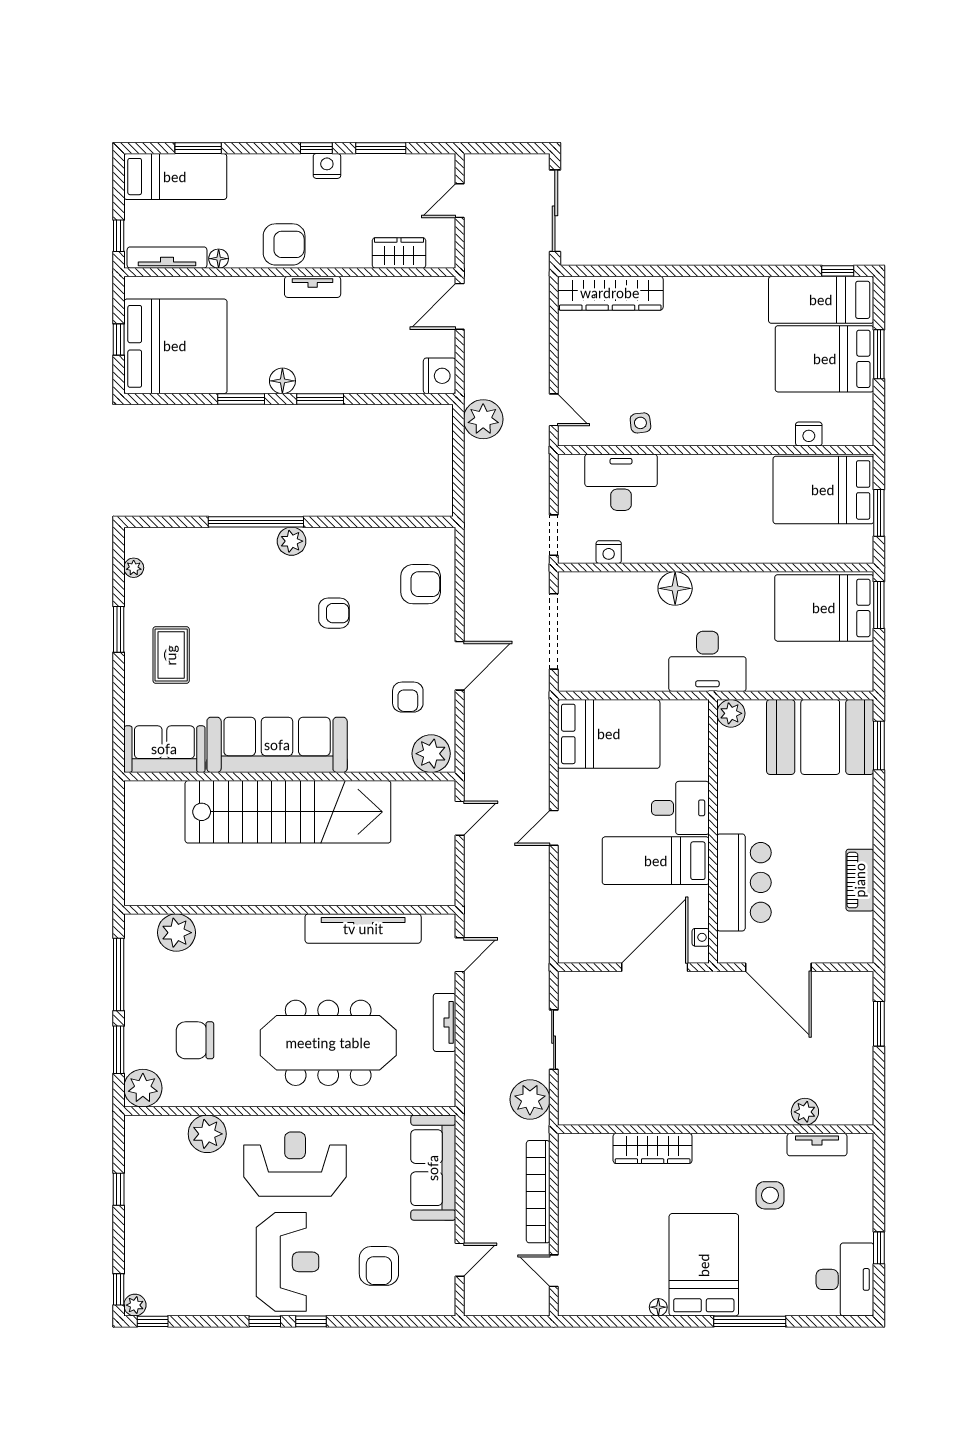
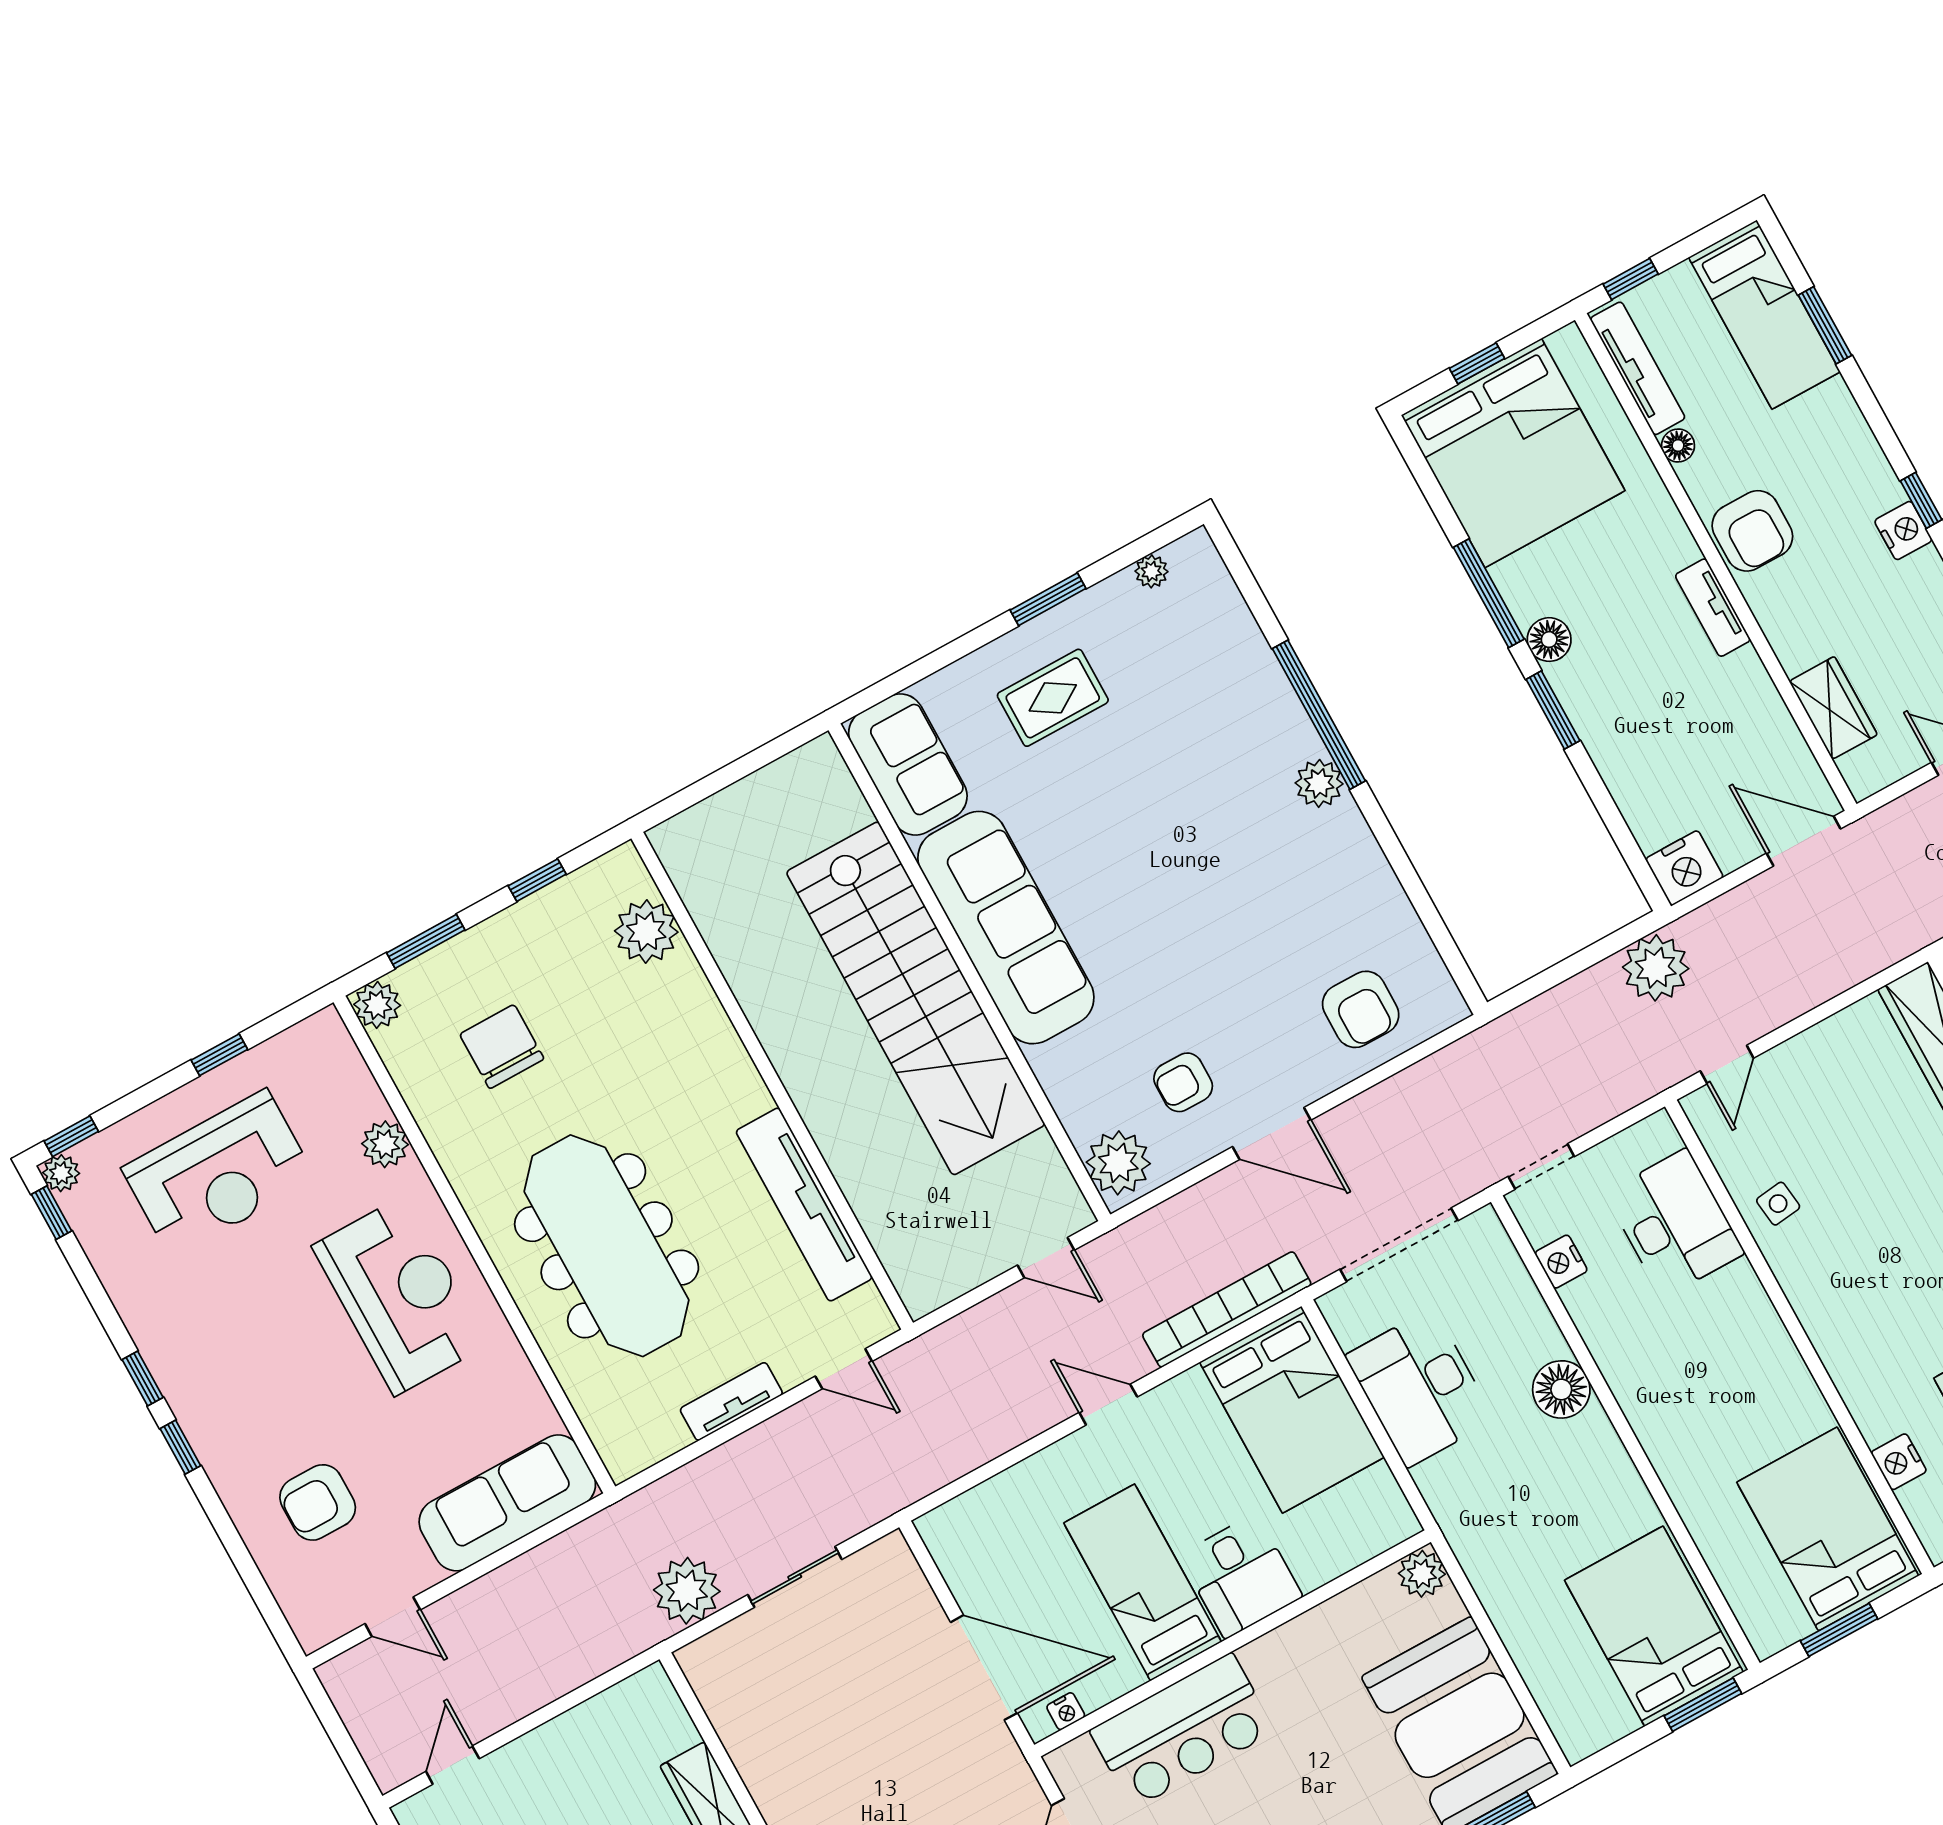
window: (241, 399) -> (1489, 593), width x1.44
armchair: (334, 613) -> (1247, 905), removed
desk: (707, 661) -> (1420, 1388), moved
window: (119, 974) -> (537, 880), width x0.46
plant: (143, 1088) -> (377, 1005), width x0.73, depth x0.73
plant: (207, 1134) -> (385, 1144), width x0.73, depth x0.73
bookcase: (538, 1192) -> (1227, 1309), moved
reception desk: (287, 1262) -> (219, 1174), moved

